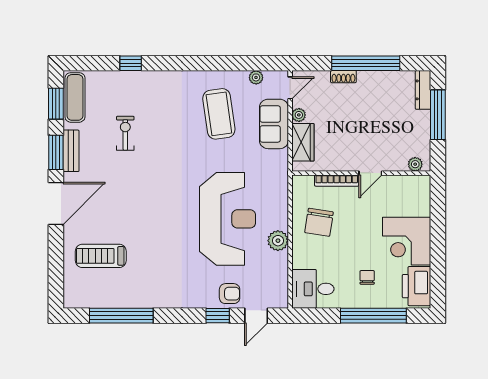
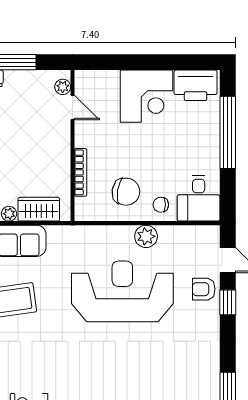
door: (370, 173) -> (72, 107), moved
chair: (367, 277) -> (161, 205), moved
armchair: (230, 294) -> (204, 289), turned -90

